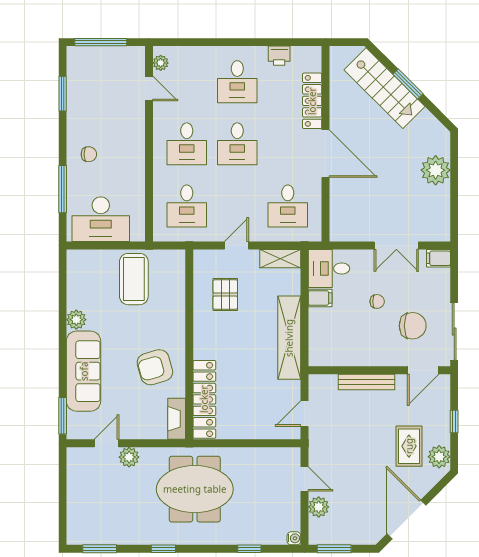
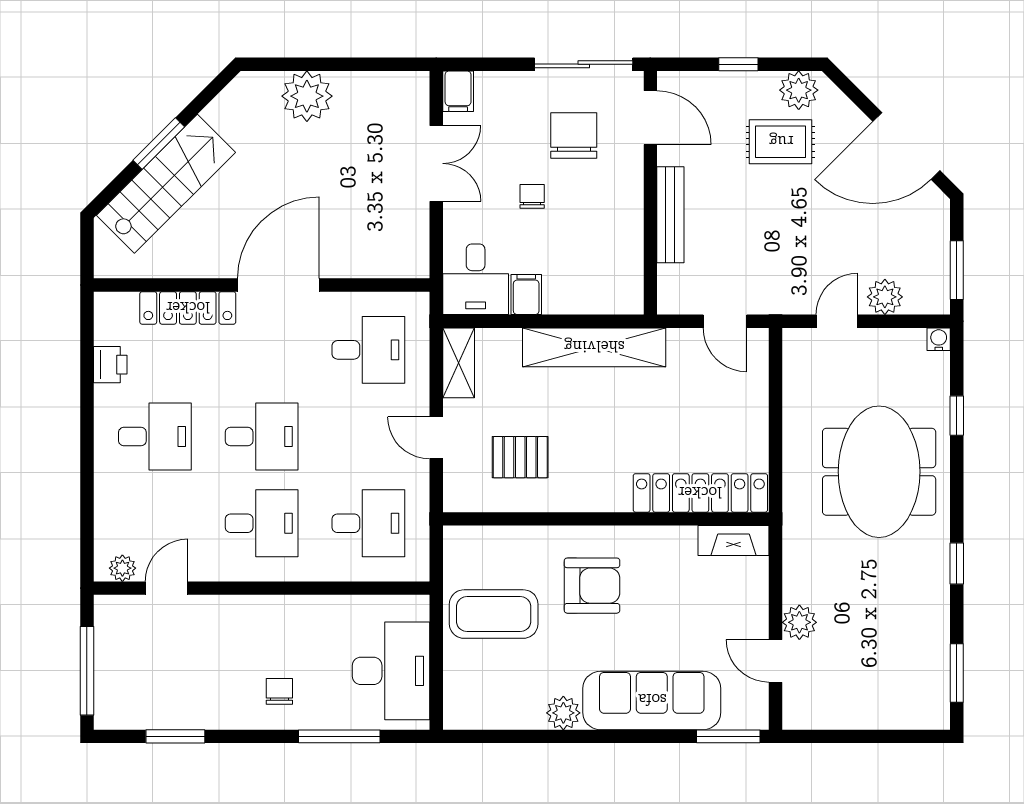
armchair: (155, 367) -> (592, 586), moved, turned -74
meeting table: (195, 489) -> (879, 472), moved

